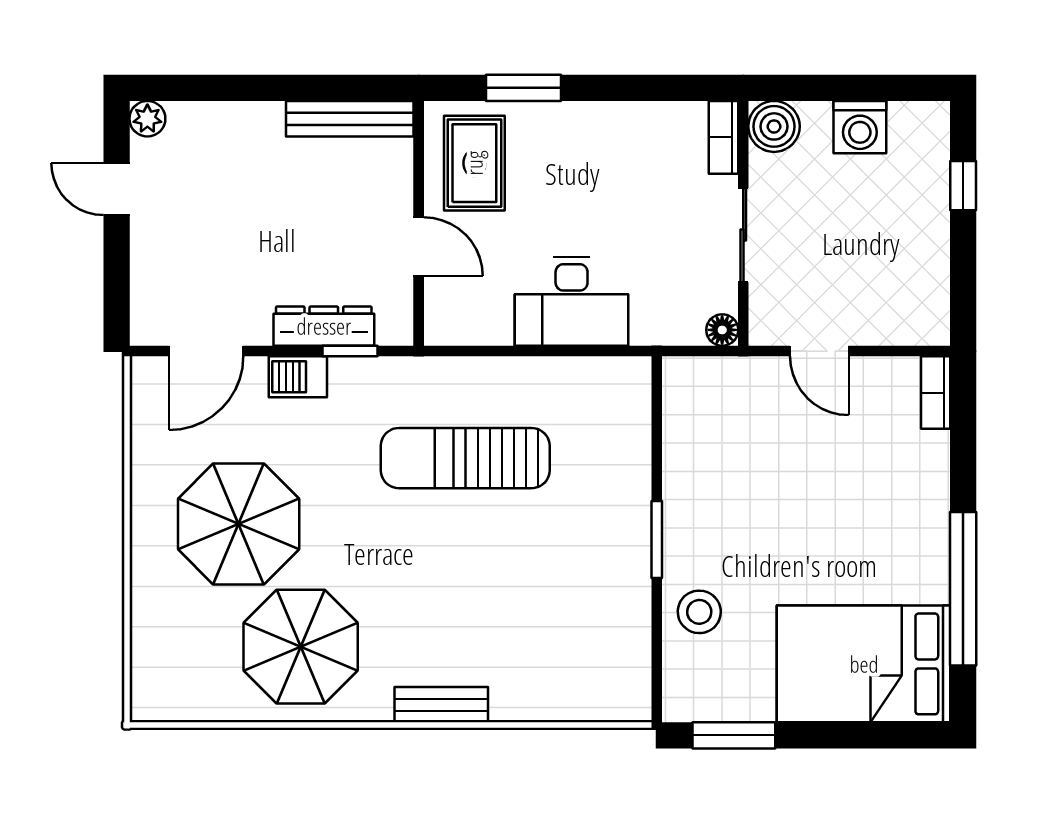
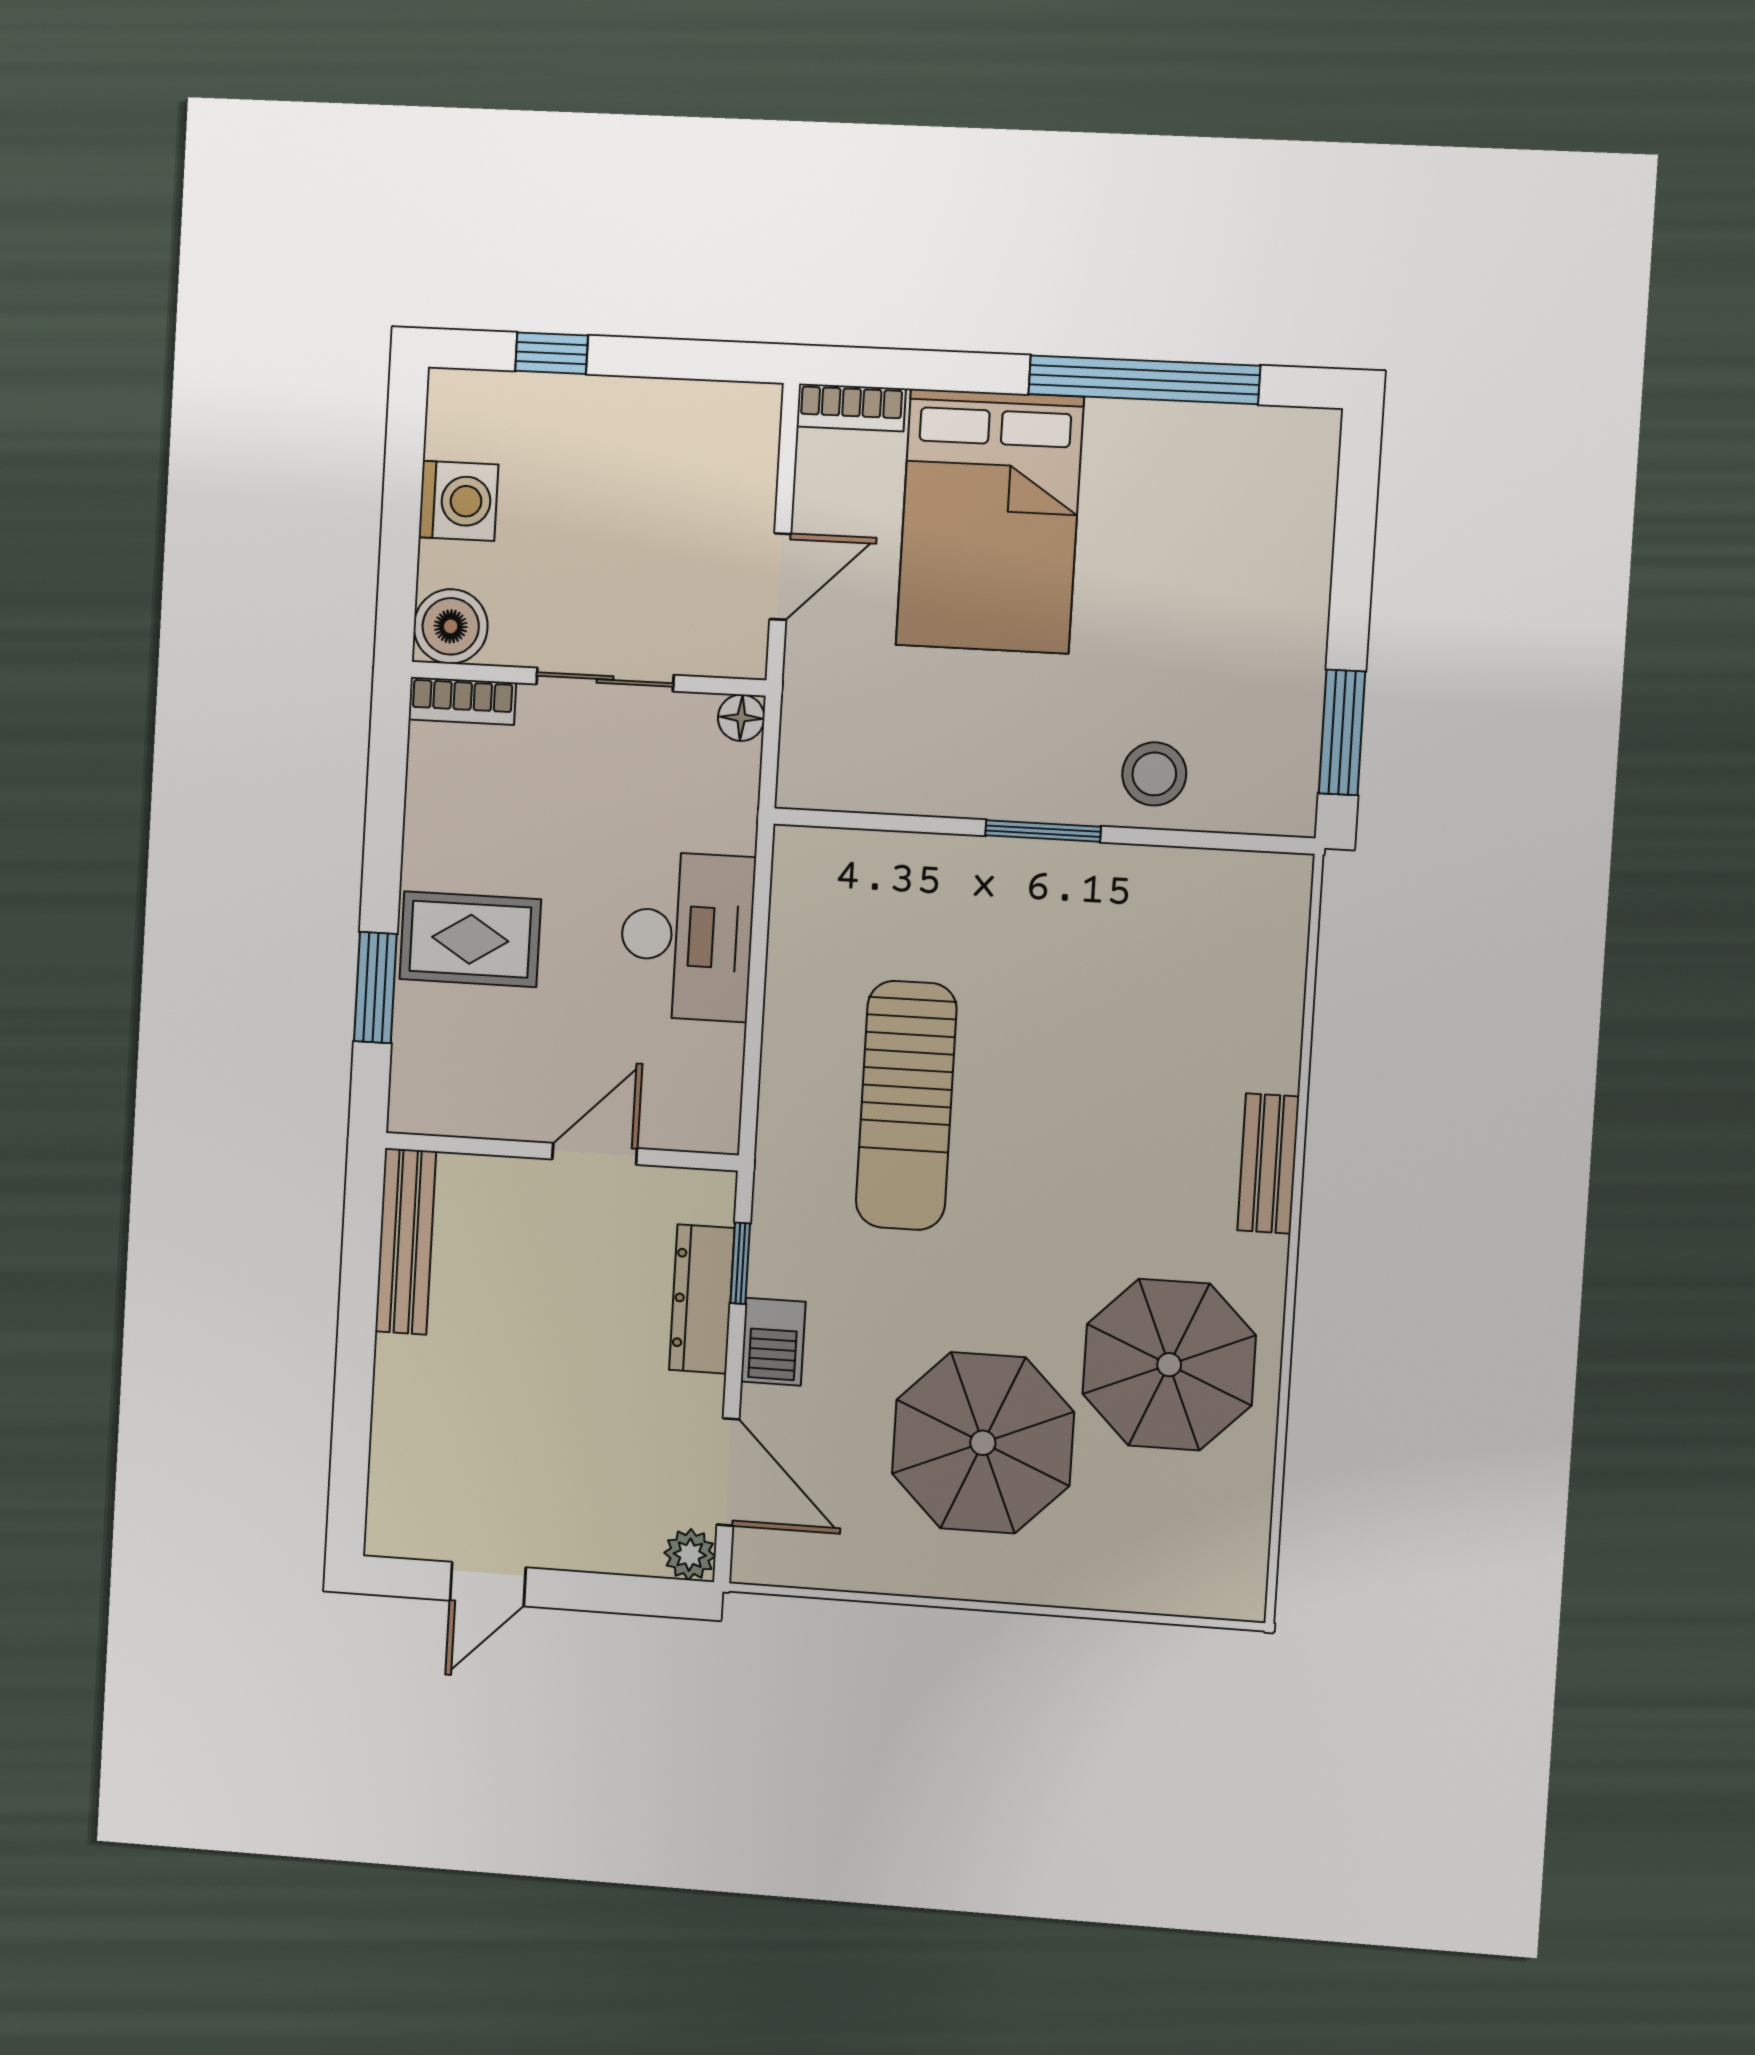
plant: (147, 119) -> (690, 1555), moved
rug: (474, 163) -> (470, 939), moved
bed: (864, 664) -> (990, 521), moved

